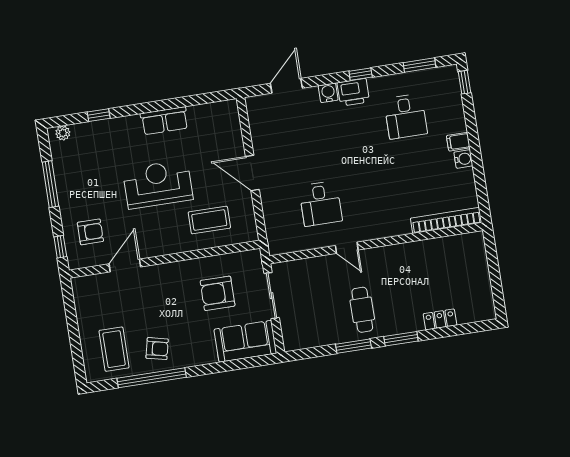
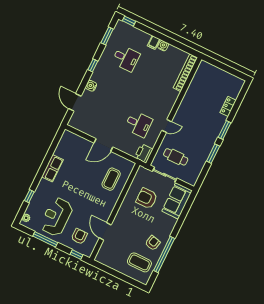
printer: (353, 92) -> (144, 153), moved, turned 180
reception desk: (158, 184) -> (56, 217), moved
armchair: (218, 293) -> (147, 198), turned 90
cafe table: (362, 310) -> (176, 157), moved

